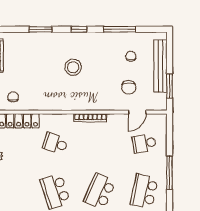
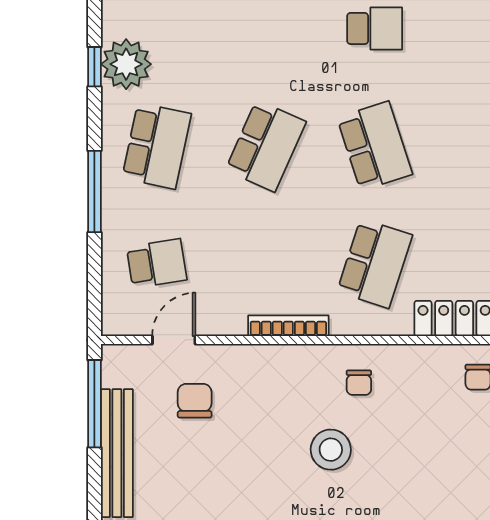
chair: (131, 56) -> (359, 383), moved
window: (170, 86) -> (94, 404), width x1.44
school desk: (55, 143) -> (375, 263), width x1.85

